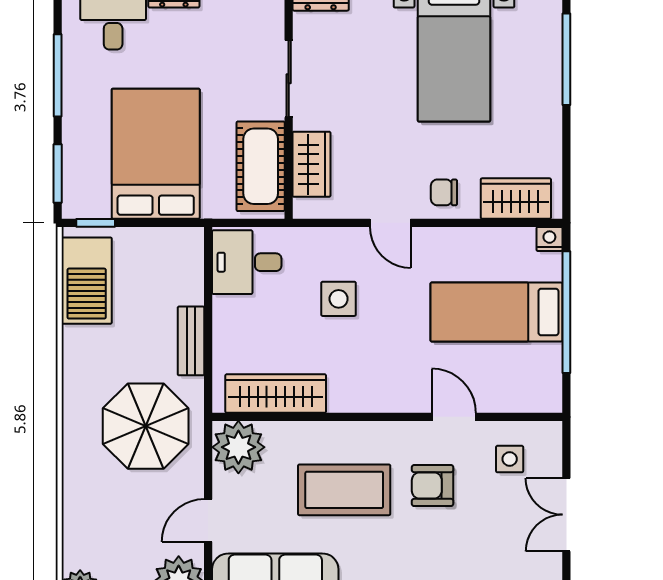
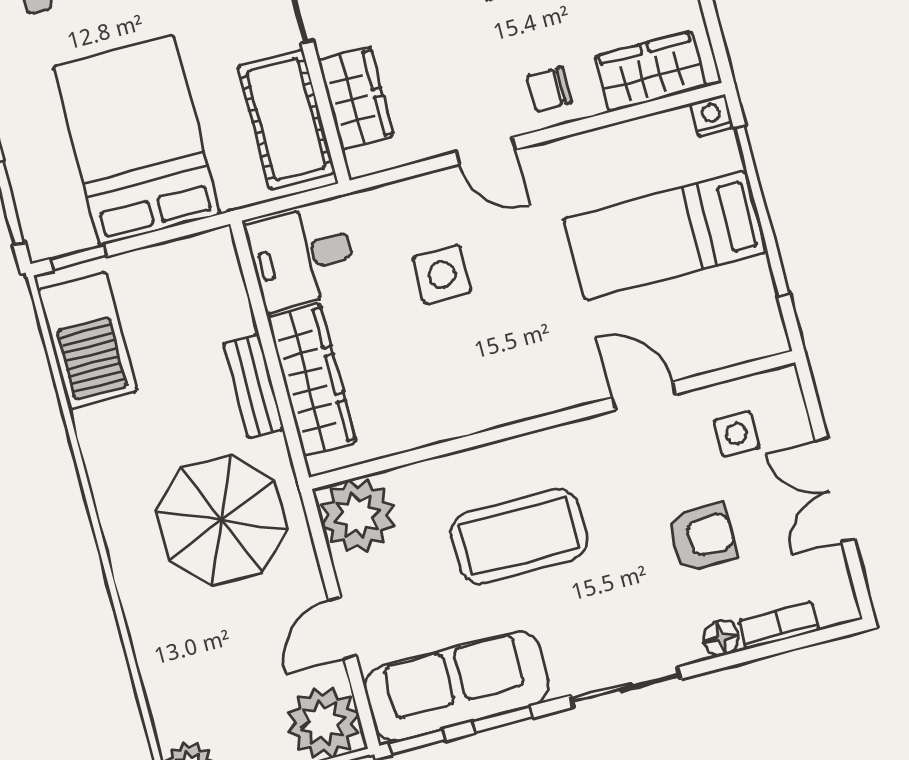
wardrobe: (276, 394) -> (312, 380), moved, turned 90
armchair: (433, 486) -> (703, 537), moved, turned 180

